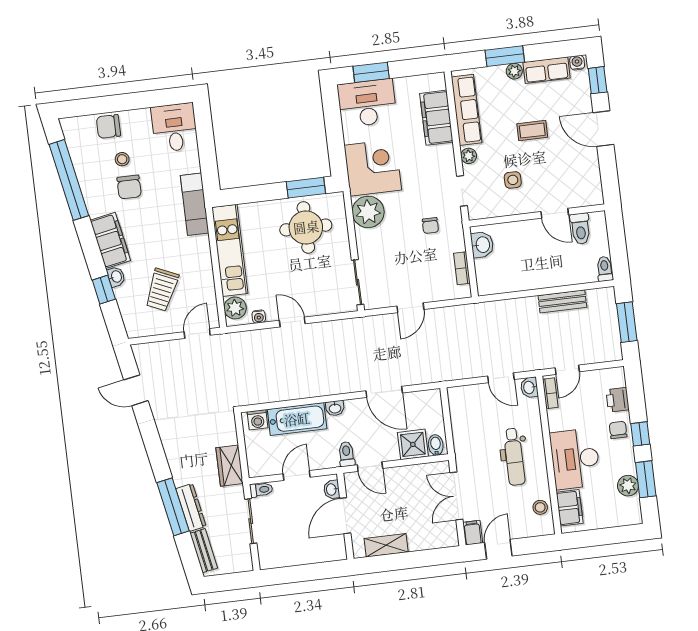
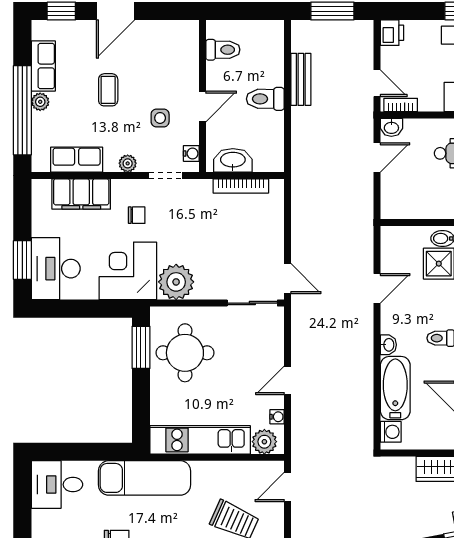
window: (505, 56) -> (22, 110), width x2.11
water cooler: (577, 63) -> (191, 153), moved, turned 180
row of seats: (467, 110) -> (77, 160), width x0.68
exam couch: (195, 204) -> (144, 478), width x1.36, depth x1.45
door: (555, 213) -> (203, 107), moved
chair: (430, 226) -> (137, 215), moved
washbasin: (482, 245) -> (233, 160), width x1.38
bookcase: (462, 268) -> (241, 186), width x1.56
toilet: (605, 269) -> (265, 99), moved, width x1.37, depth x1.39
door: (410, 308) -> (288, 279), moved
door: (197, 334) -> (288, 487), hinge flipped
door: (384, 392) -> (377, 288), width x0.73
printer: (618, 400) -> (392, 33), moved, turned -90

